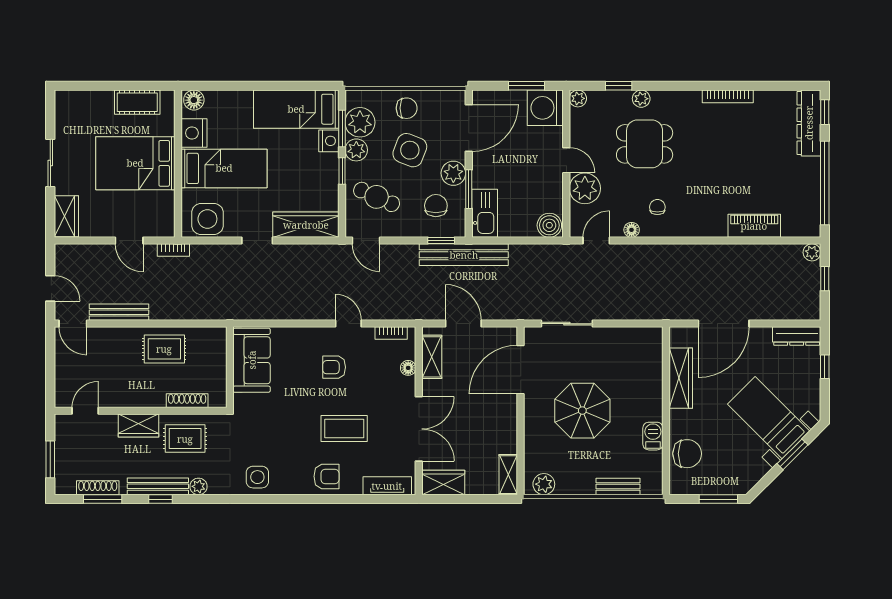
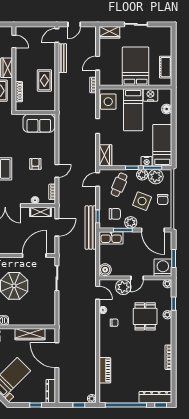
floor lamp: (194, 100) -> (167, 109), moved
wardrobe: (306, 225) -> (105, 155), width x0.67
door: (521, 370) -> (34, 255), hinge flipped

